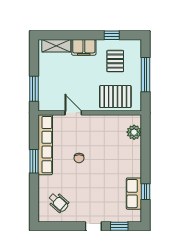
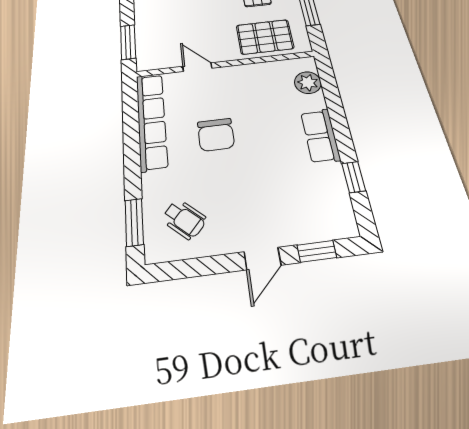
chair: (79, 158) -> (216, 135), width x1.87, depth x1.87
window: (34, 161) -> (134, 222), moved
row of seats: (134, 194) -> (320, 136), moved

